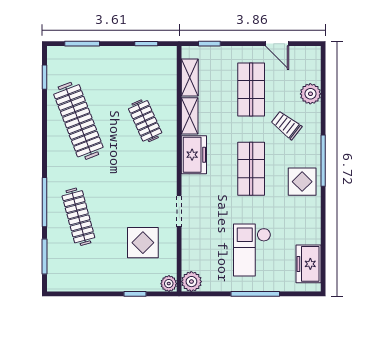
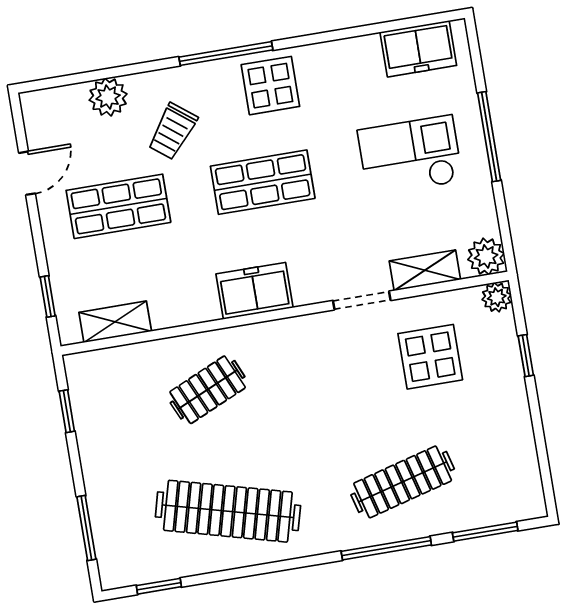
shelving: (190, 116) -> (425, 270), moved
clothes rail: (78, 121) -> (228, 511), turned 36
checkout: (252, 250) -> (410, 156), turned 180

